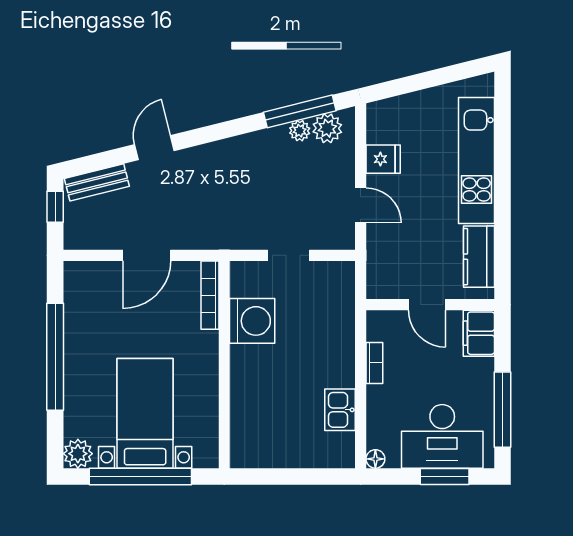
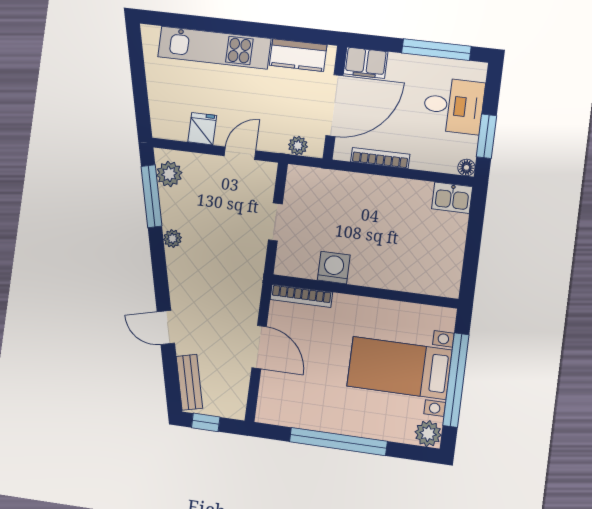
plant: (300, 131) -> (172, 239), moved
plant: (377, 270) -> (298, 146), added
door: (427, 305) -> (334, 106), width x1.87
washing machine: (252, 321) -> (334, 268), width x0.73, depth x0.73
bookcase: (374, 363) -> (380, 158), width x1.56
kitchen sink: (340, 410) -> (452, 198), moved
desk: (442, 436) -> (454, 106), width x0.73
window: (445, 476) -> (486, 136), moved

